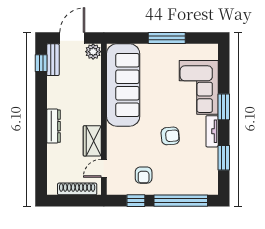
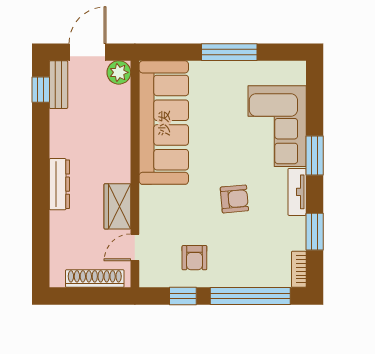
bookcase: (213, 183) -> (299, 269), added

